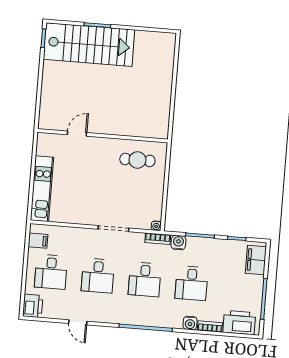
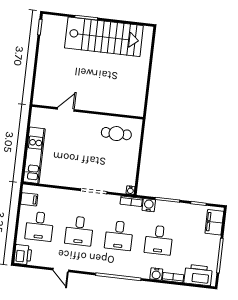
stairs: (89, 45) -> (104, 37), moved

